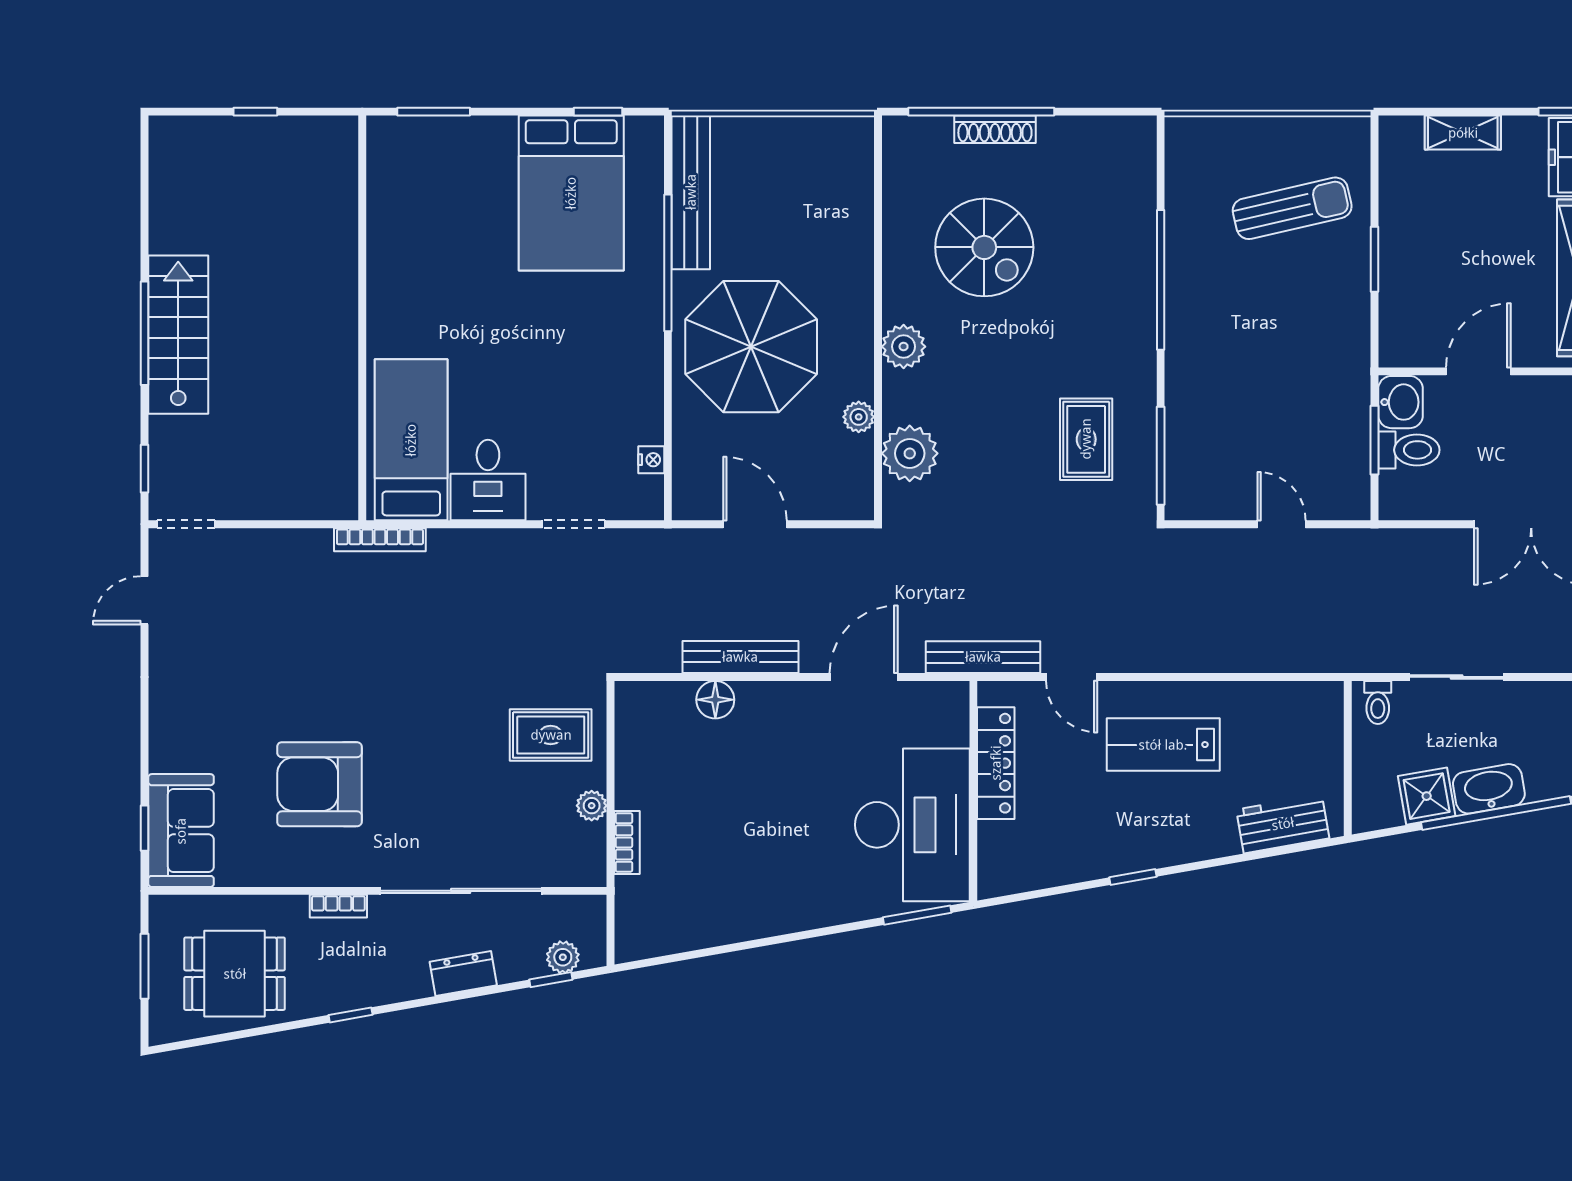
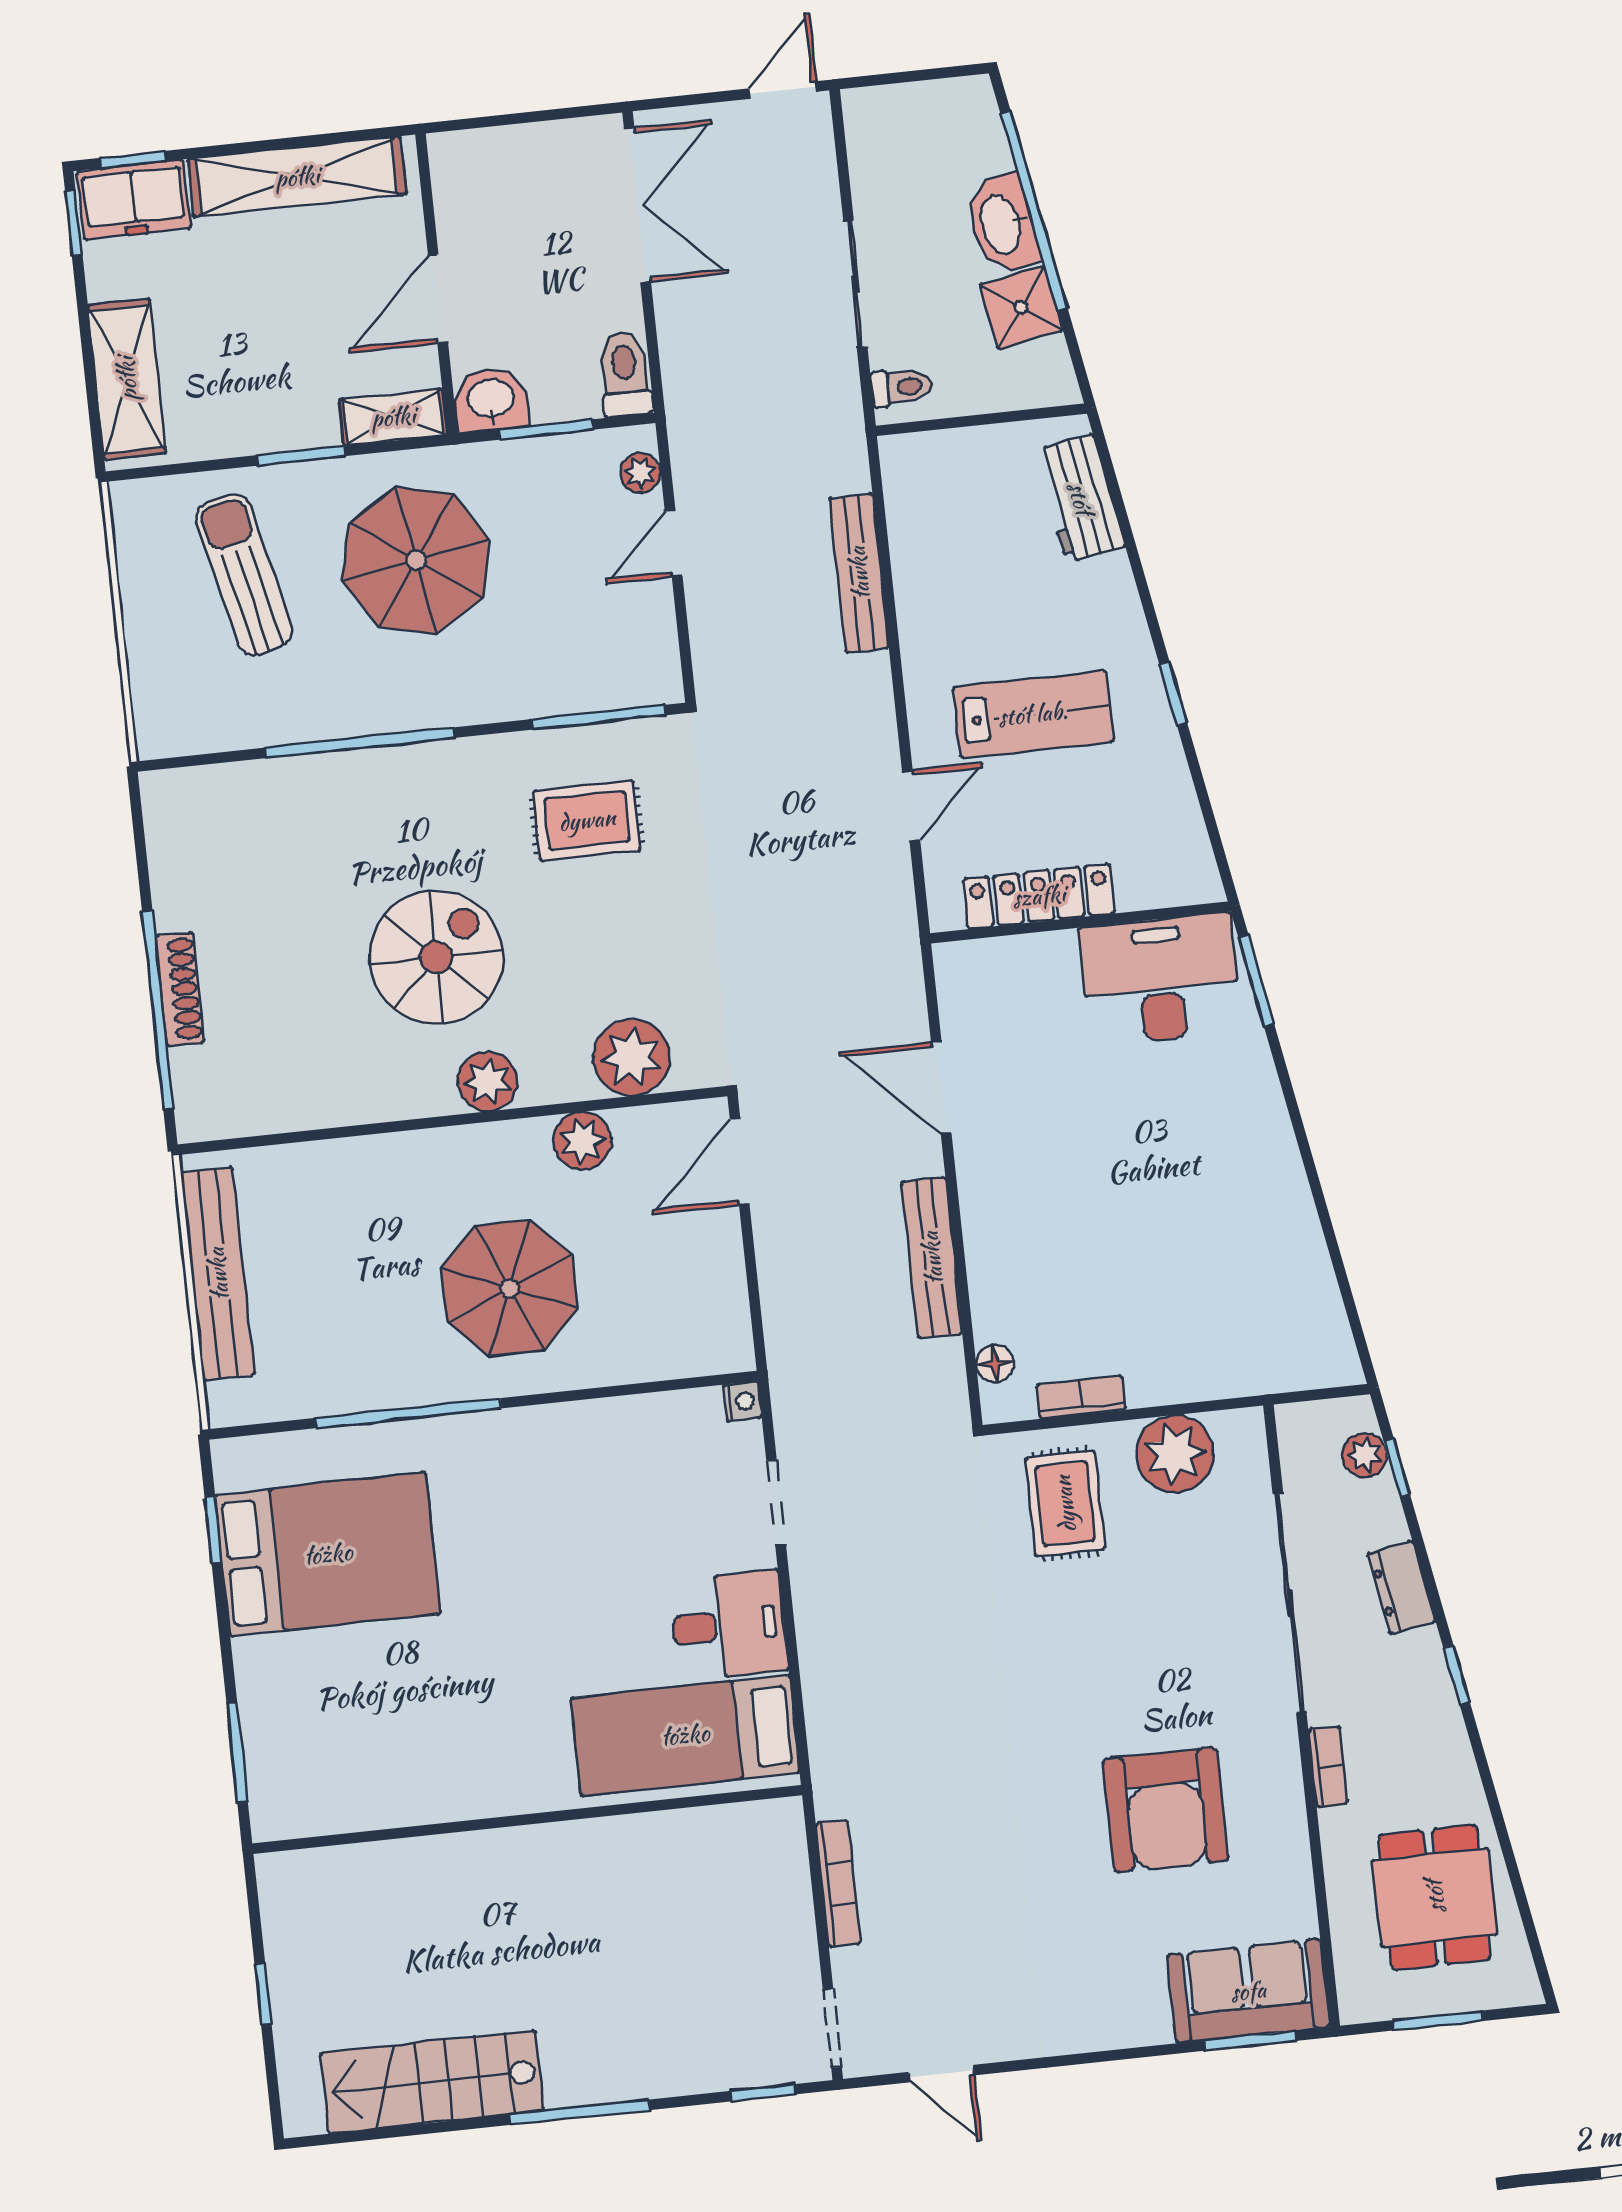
shelving: (1463, 133) -> (127, 379), width x1.50, depth x1.33
bench: (691, 192) -> (218, 1274), moved, turned 90
spiral stairs: (984, 247) -> (436, 957), moved
shelving: (1395, 330) -> (393, 417), added
stairs: (178, 335) -> (432, 2082), moved
parasol: (1289, 335) -> (416, 560), added
parasol: (751, 347) -> (510, 1288), width x0.73, depth x0.73
door: (1478, 371) -> (438, 299), hinge flipped
plant: (859, 417) -> (582, 1141), width x1.38, depth x1.38
toilet: (1409, 450) -> (625, 374), moved
nightstand: (651, 460) -> (742, 1401), moved, turned 90
plant: (1336, 506) -> (641, 473), added
door: (755, 524) -> (740, 1162), moved
bookcase: (380, 540) -> (838, 1884), moved
bench: (983, 657) -> (859, 573), moved
floor lamp: (715, 700) -> (995, 1363), moved, width x0.73, depth x0.73
lab bench: (1163, 745) -> (1033, 714), moved, turned -90
plant: (592, 806) -> (1175, 1454), width x1.87, depth x1.87
desk: (912, 825) -> (1160, 979), width x0.73, depth x0.77
window: (145, 828) -> (1250, 2041), width x1.50
bookcase: (627, 842) -> (1081, 1397), moved
window: (351, 1015) -> (1457, 1675), moved

